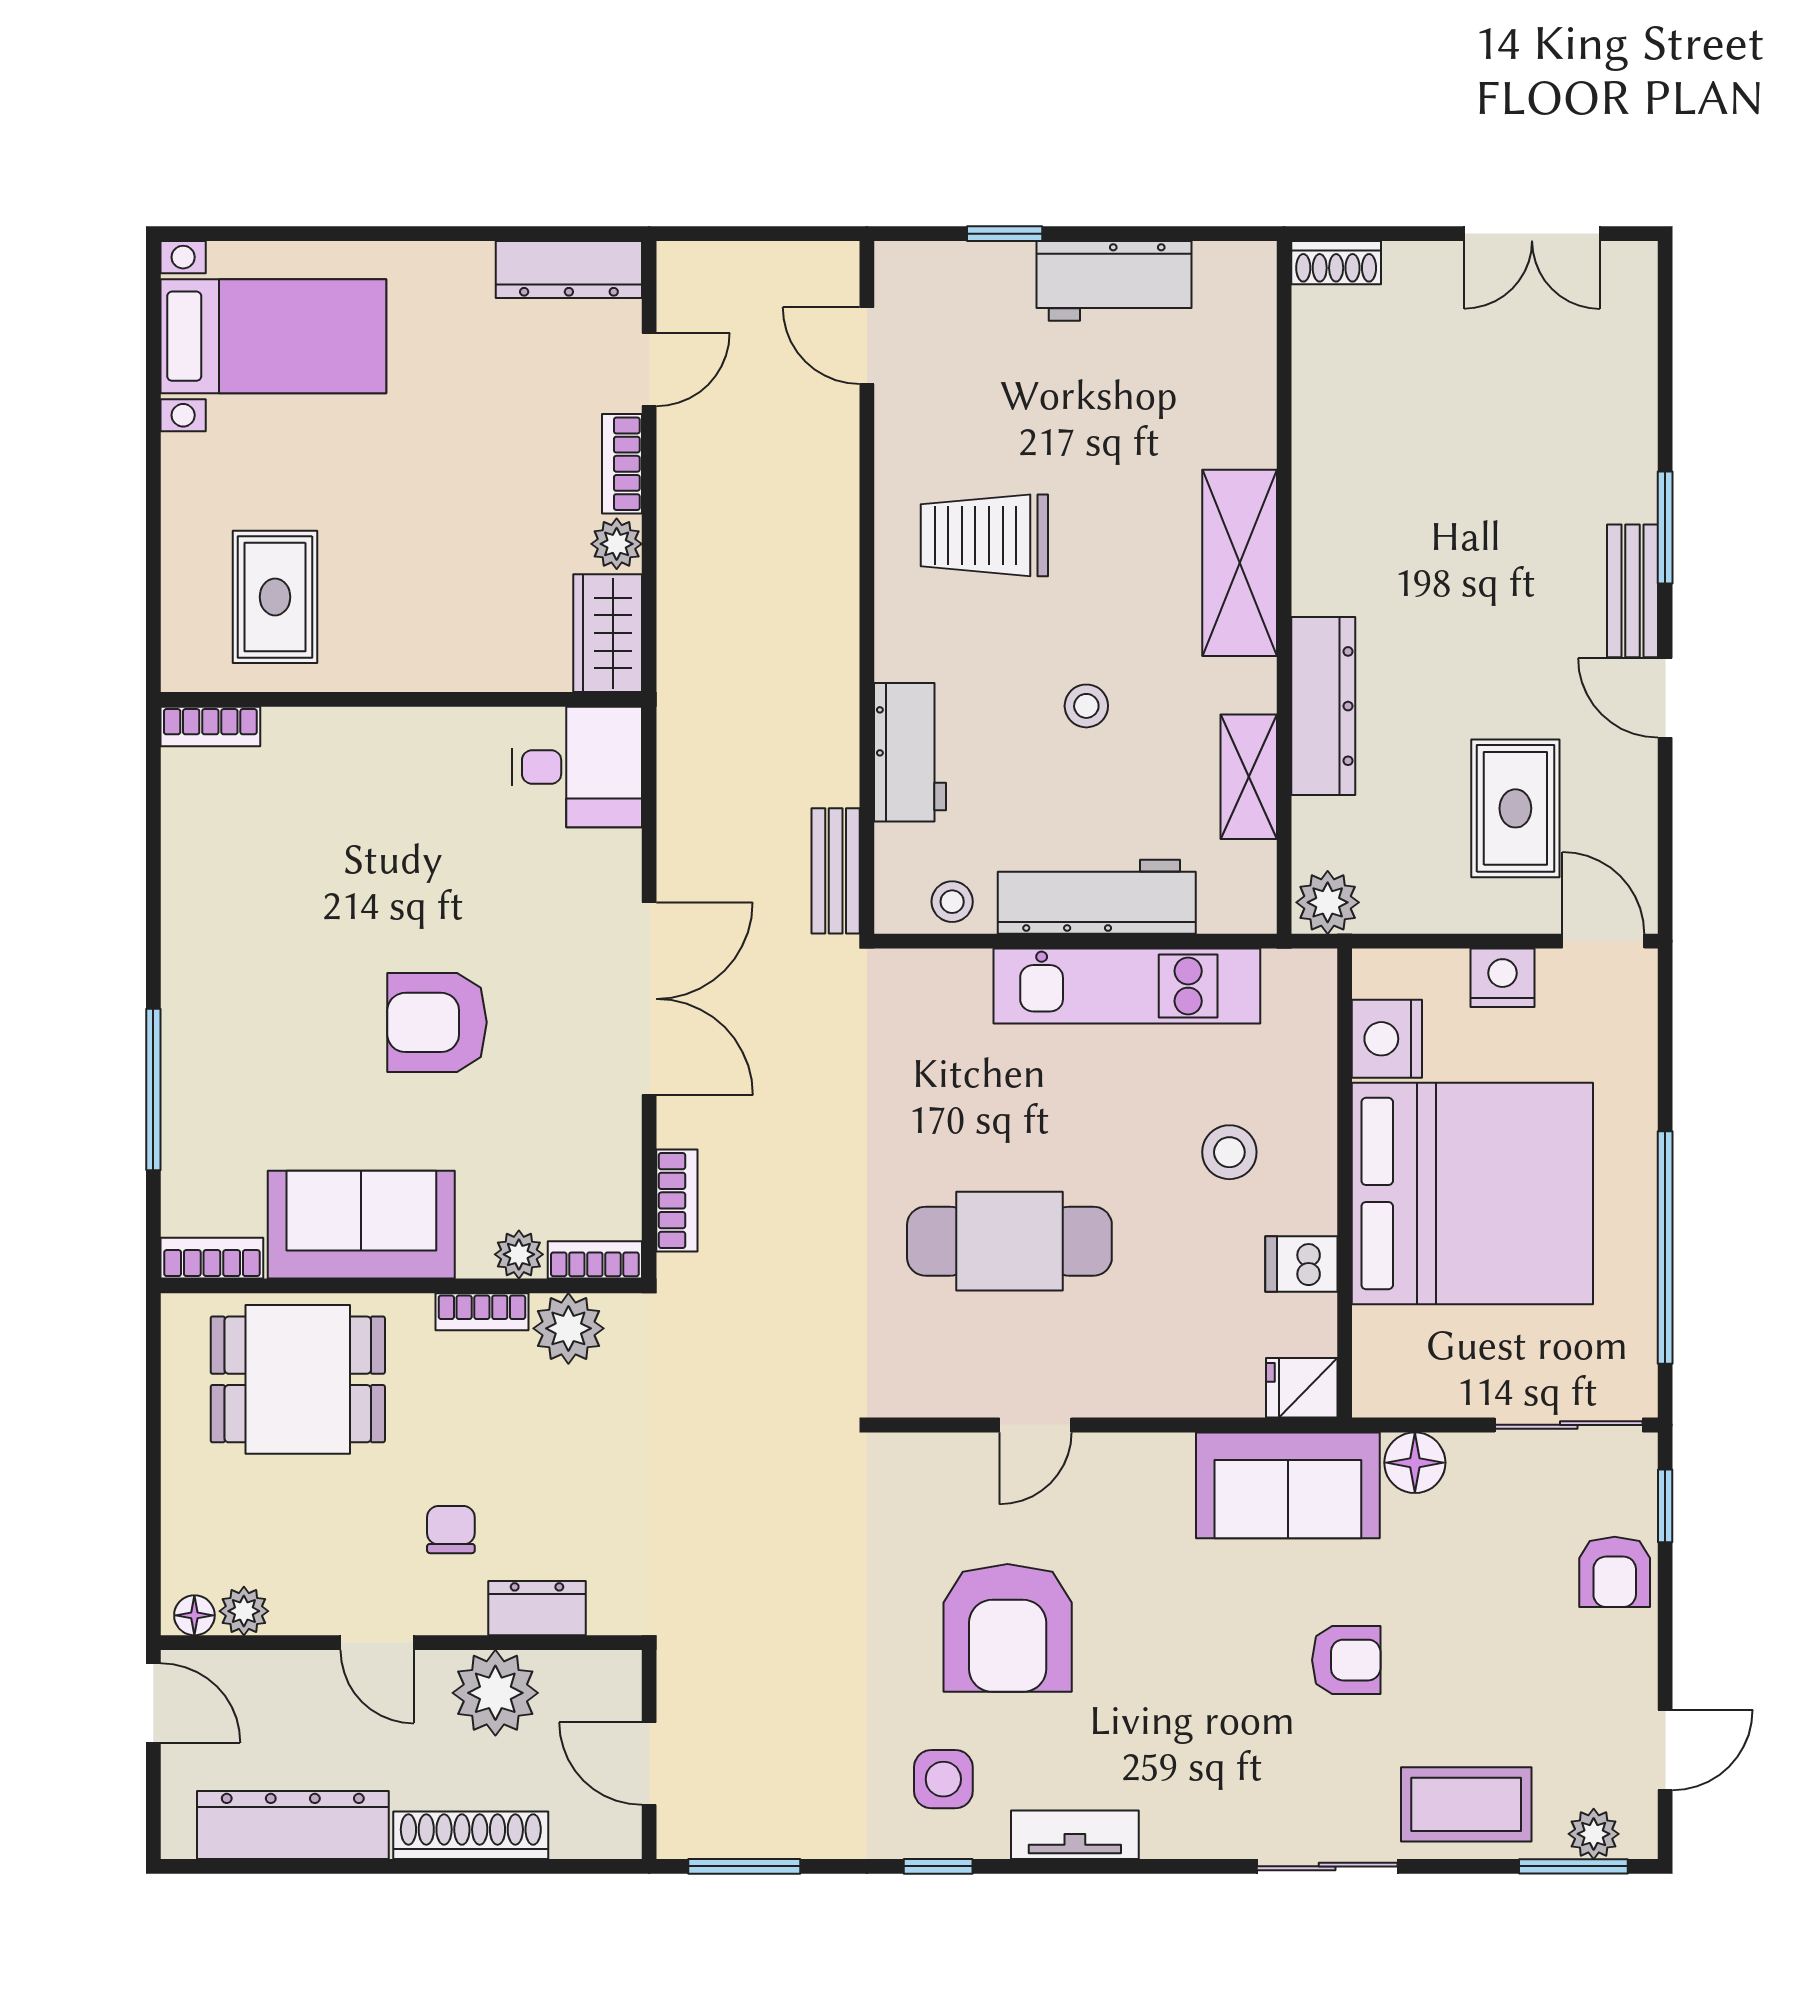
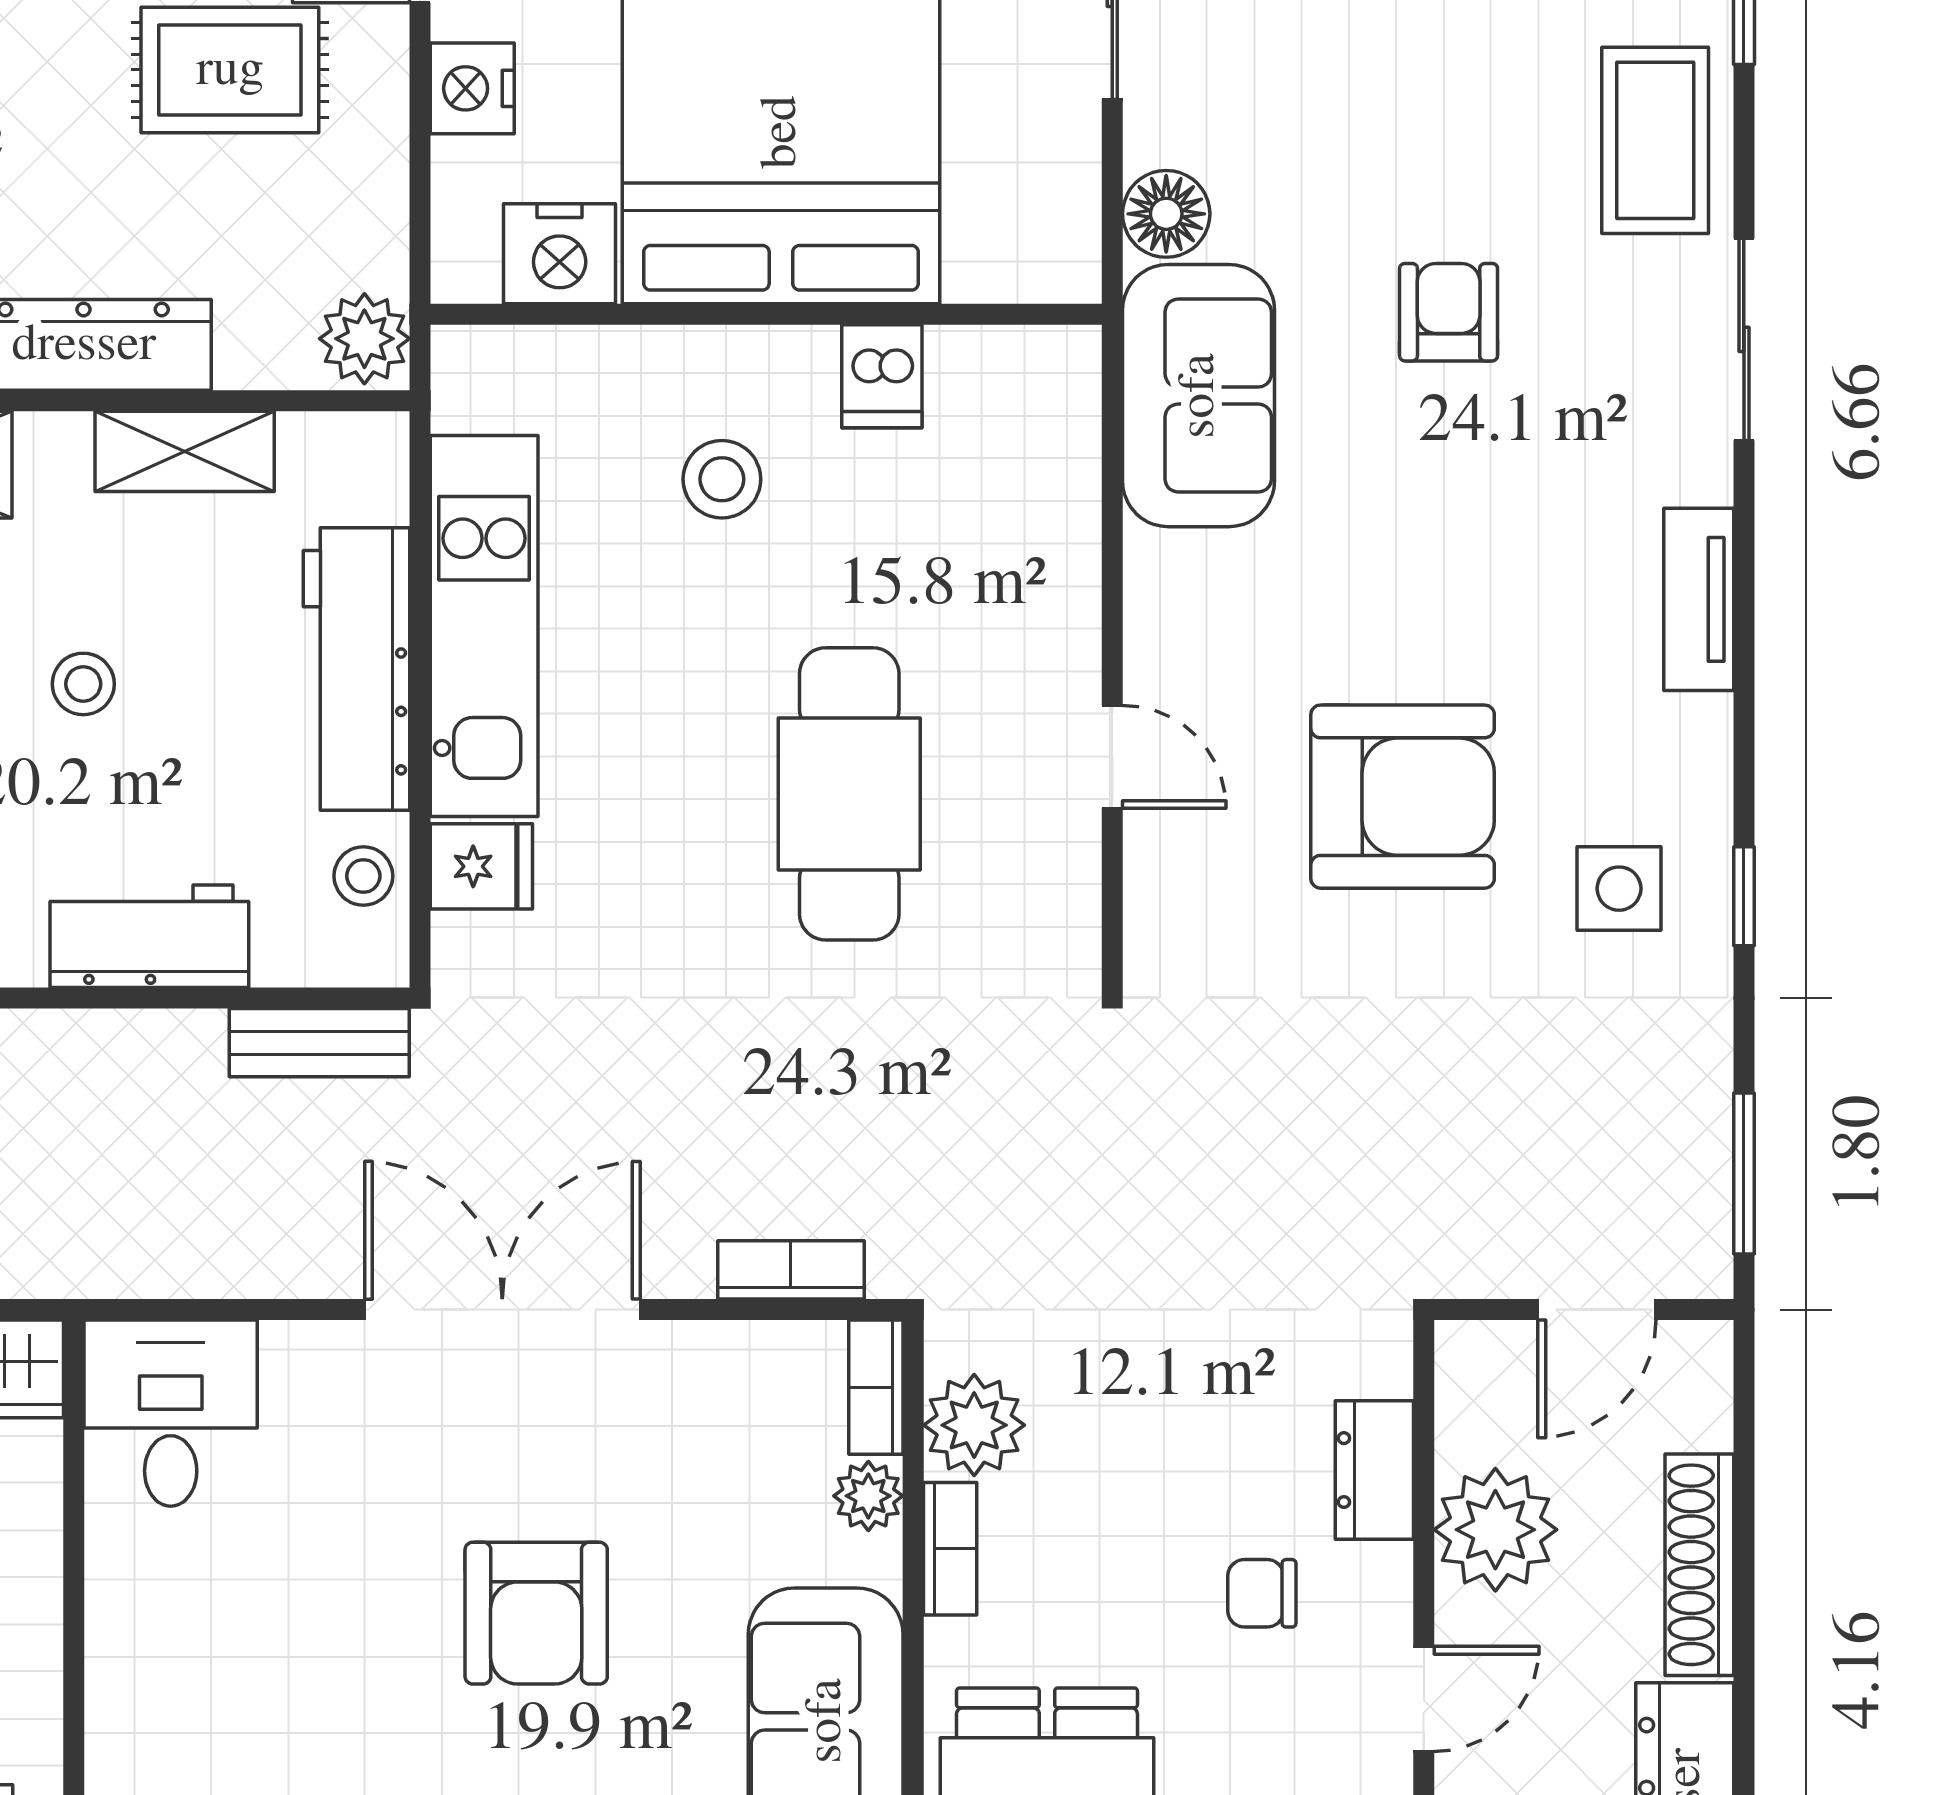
fridge: (1302, 1388) -> (481, 866), moved, turned -90
tv unit: (1075, 1835) -> (1699, 599), moved

